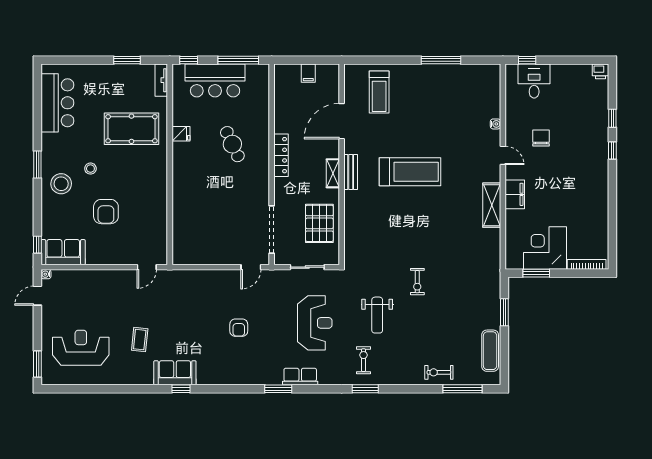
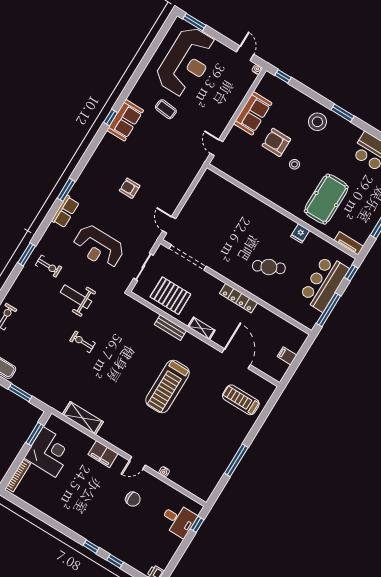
stool: (90, 169) -> (294, 164), moved
bench: (351, 172) -> (170, 328), moved
shelving: (492, 205) -> (83, 418), moved
sofa: (63, 252) -> (253, 113), moved
reception desk: (81, 348) -> (187, 62), width x1.36, depth x1.30

